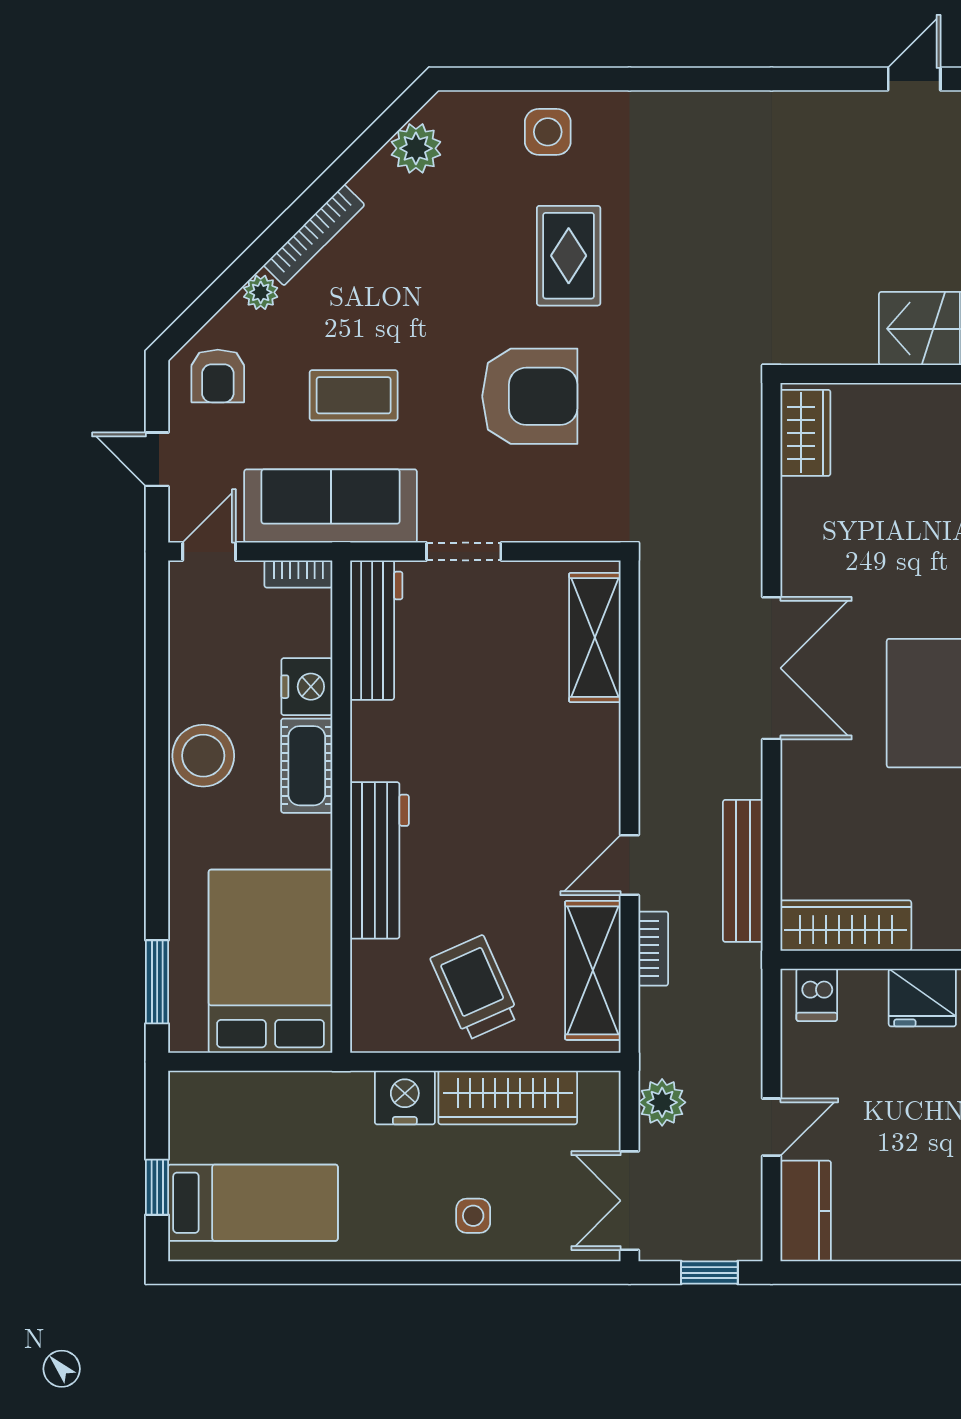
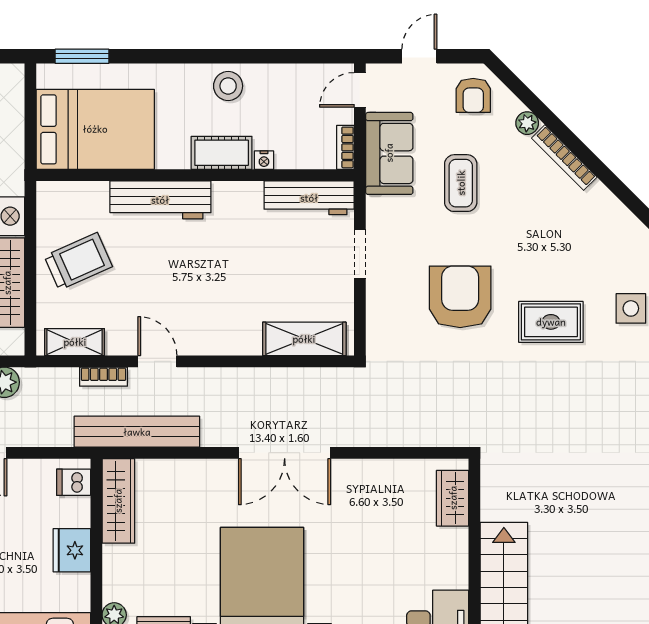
plant: (416, 148) -> (620, 223), removed
armchair: (218, 376) -> (473, 95), turned -90
armchair: (530, 396) -> (460, 297), turned 180
wardrobe: (805, 433) -> (453, 498), moved, turned 90
sofa: (331, 506) -> (389, 153), width x0.73
door: (209, 552) -> (360, 90), swing flipped
nightstand: (307, 687) -> (264, 160), width x0.53, depth x0.56
stool: (203, 756) -> (228, 86), width x0.73, depth x0.73
bench: (743, 871) -> (137, 432), width x1.37, depth x1.21
shelving: (593, 970) -> (75, 342), width x0.67, depth x0.75

